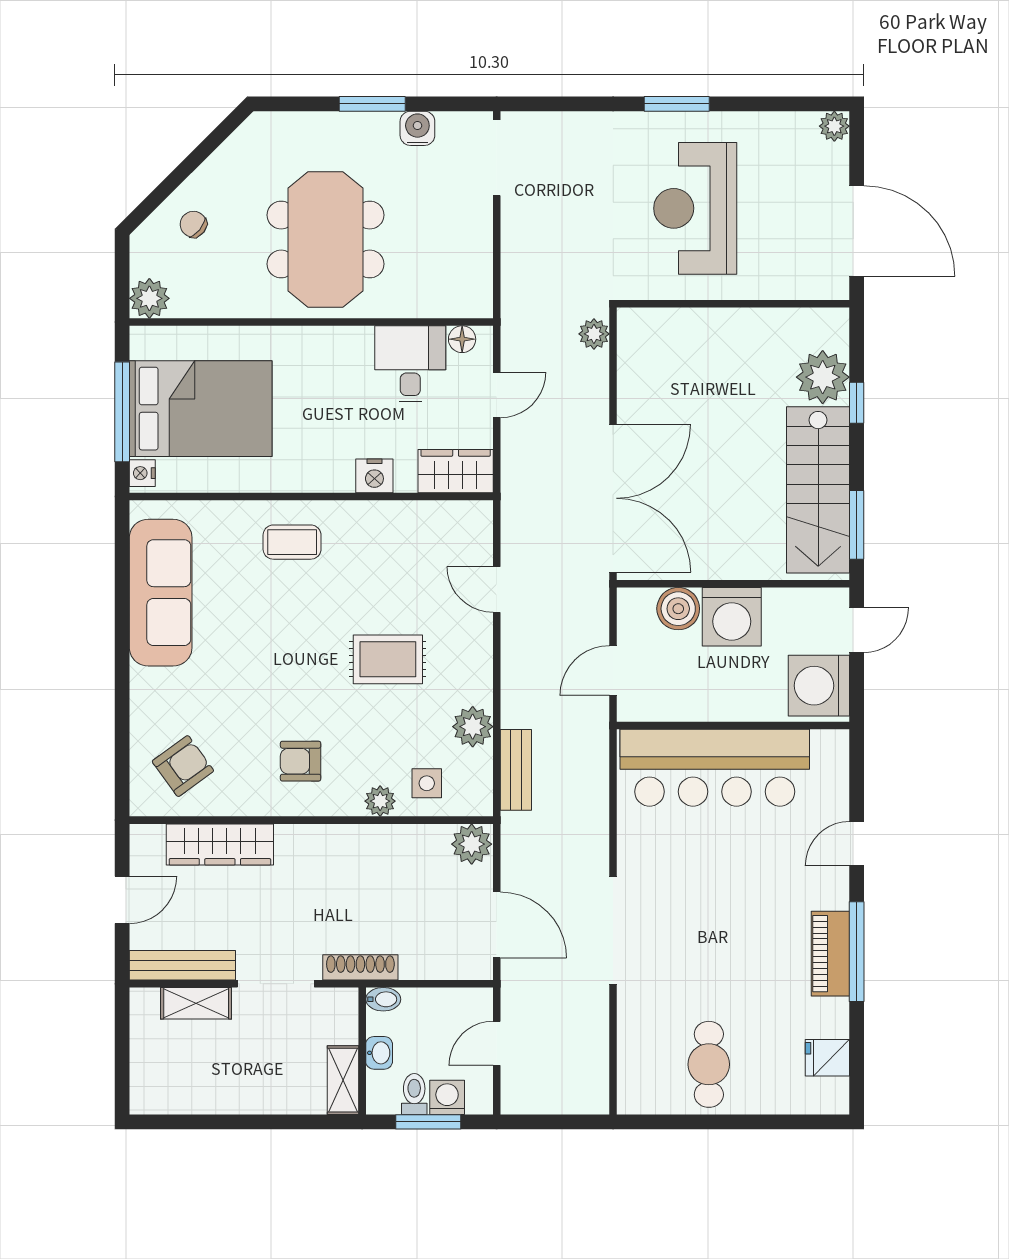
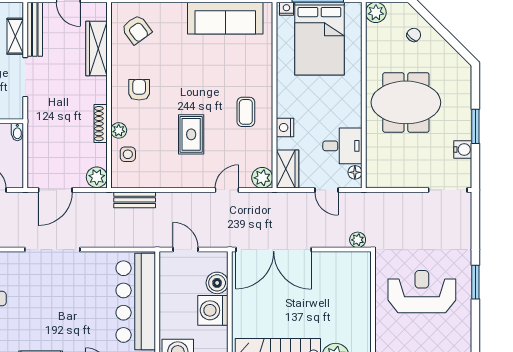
coffee table: (292, 542) -> (246, 112), moved
plant: (473, 727) -> (262, 178), moved
shoe rack: (360, 967) -> (101, 124), moved, turned 180

